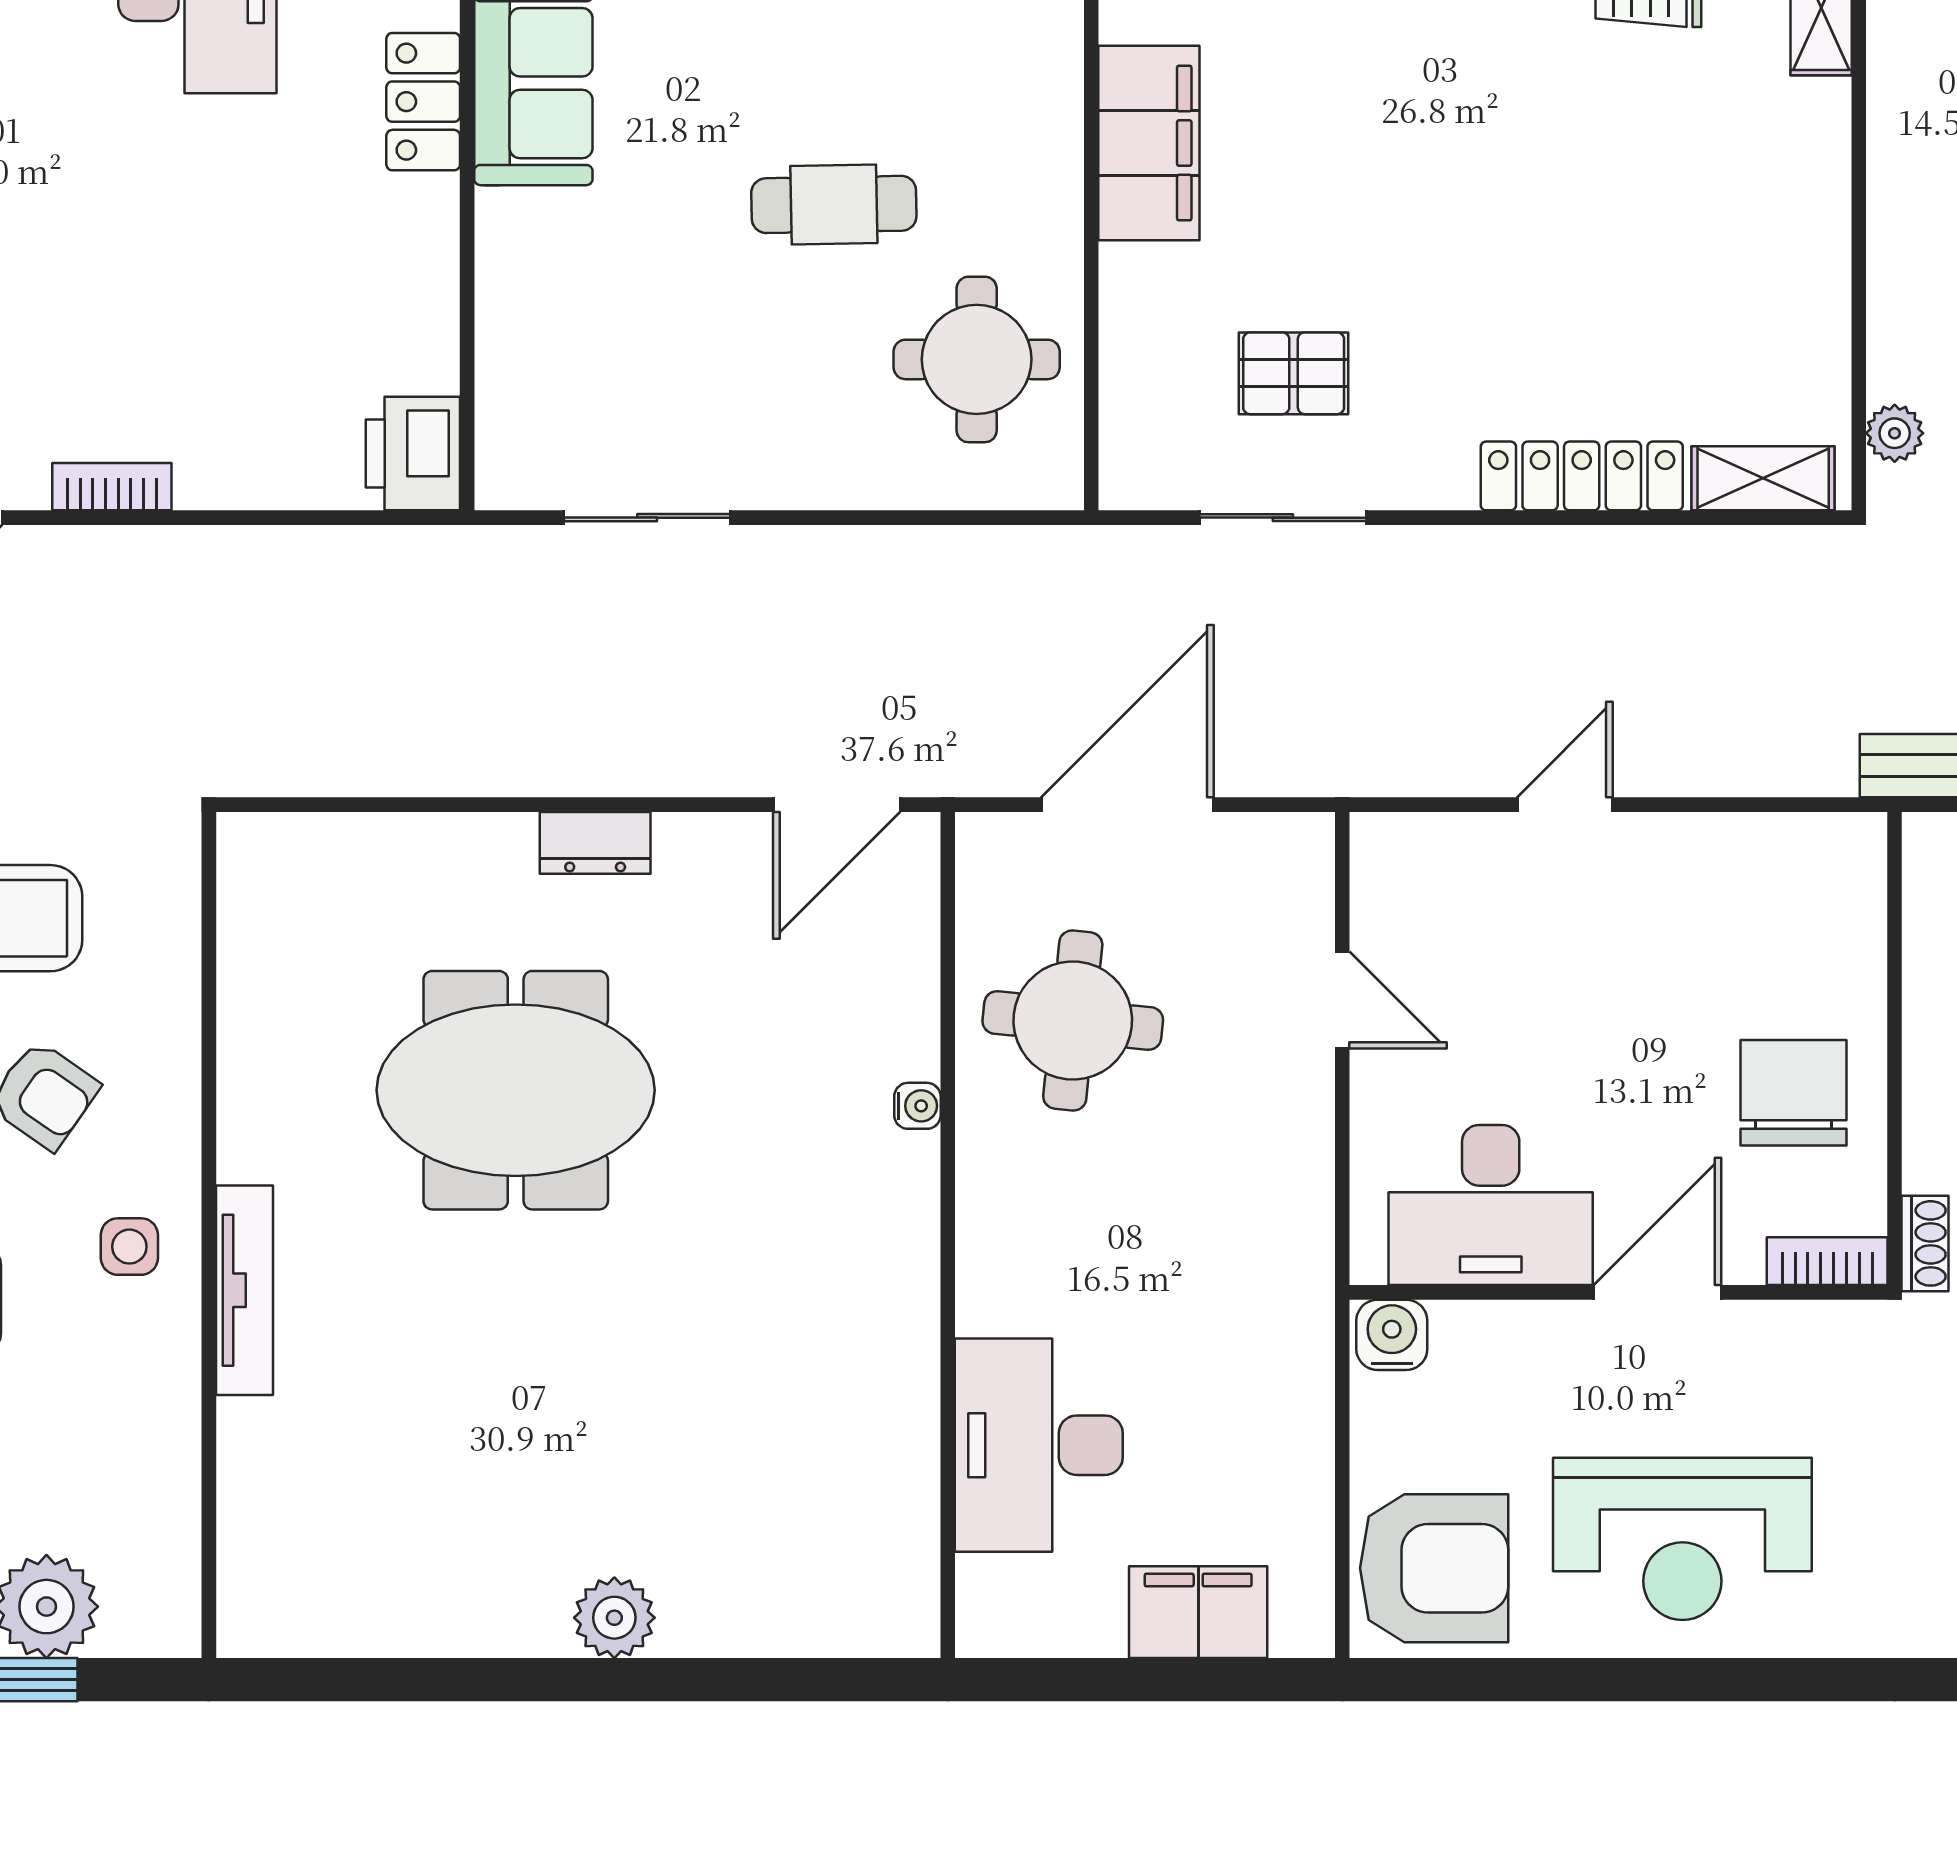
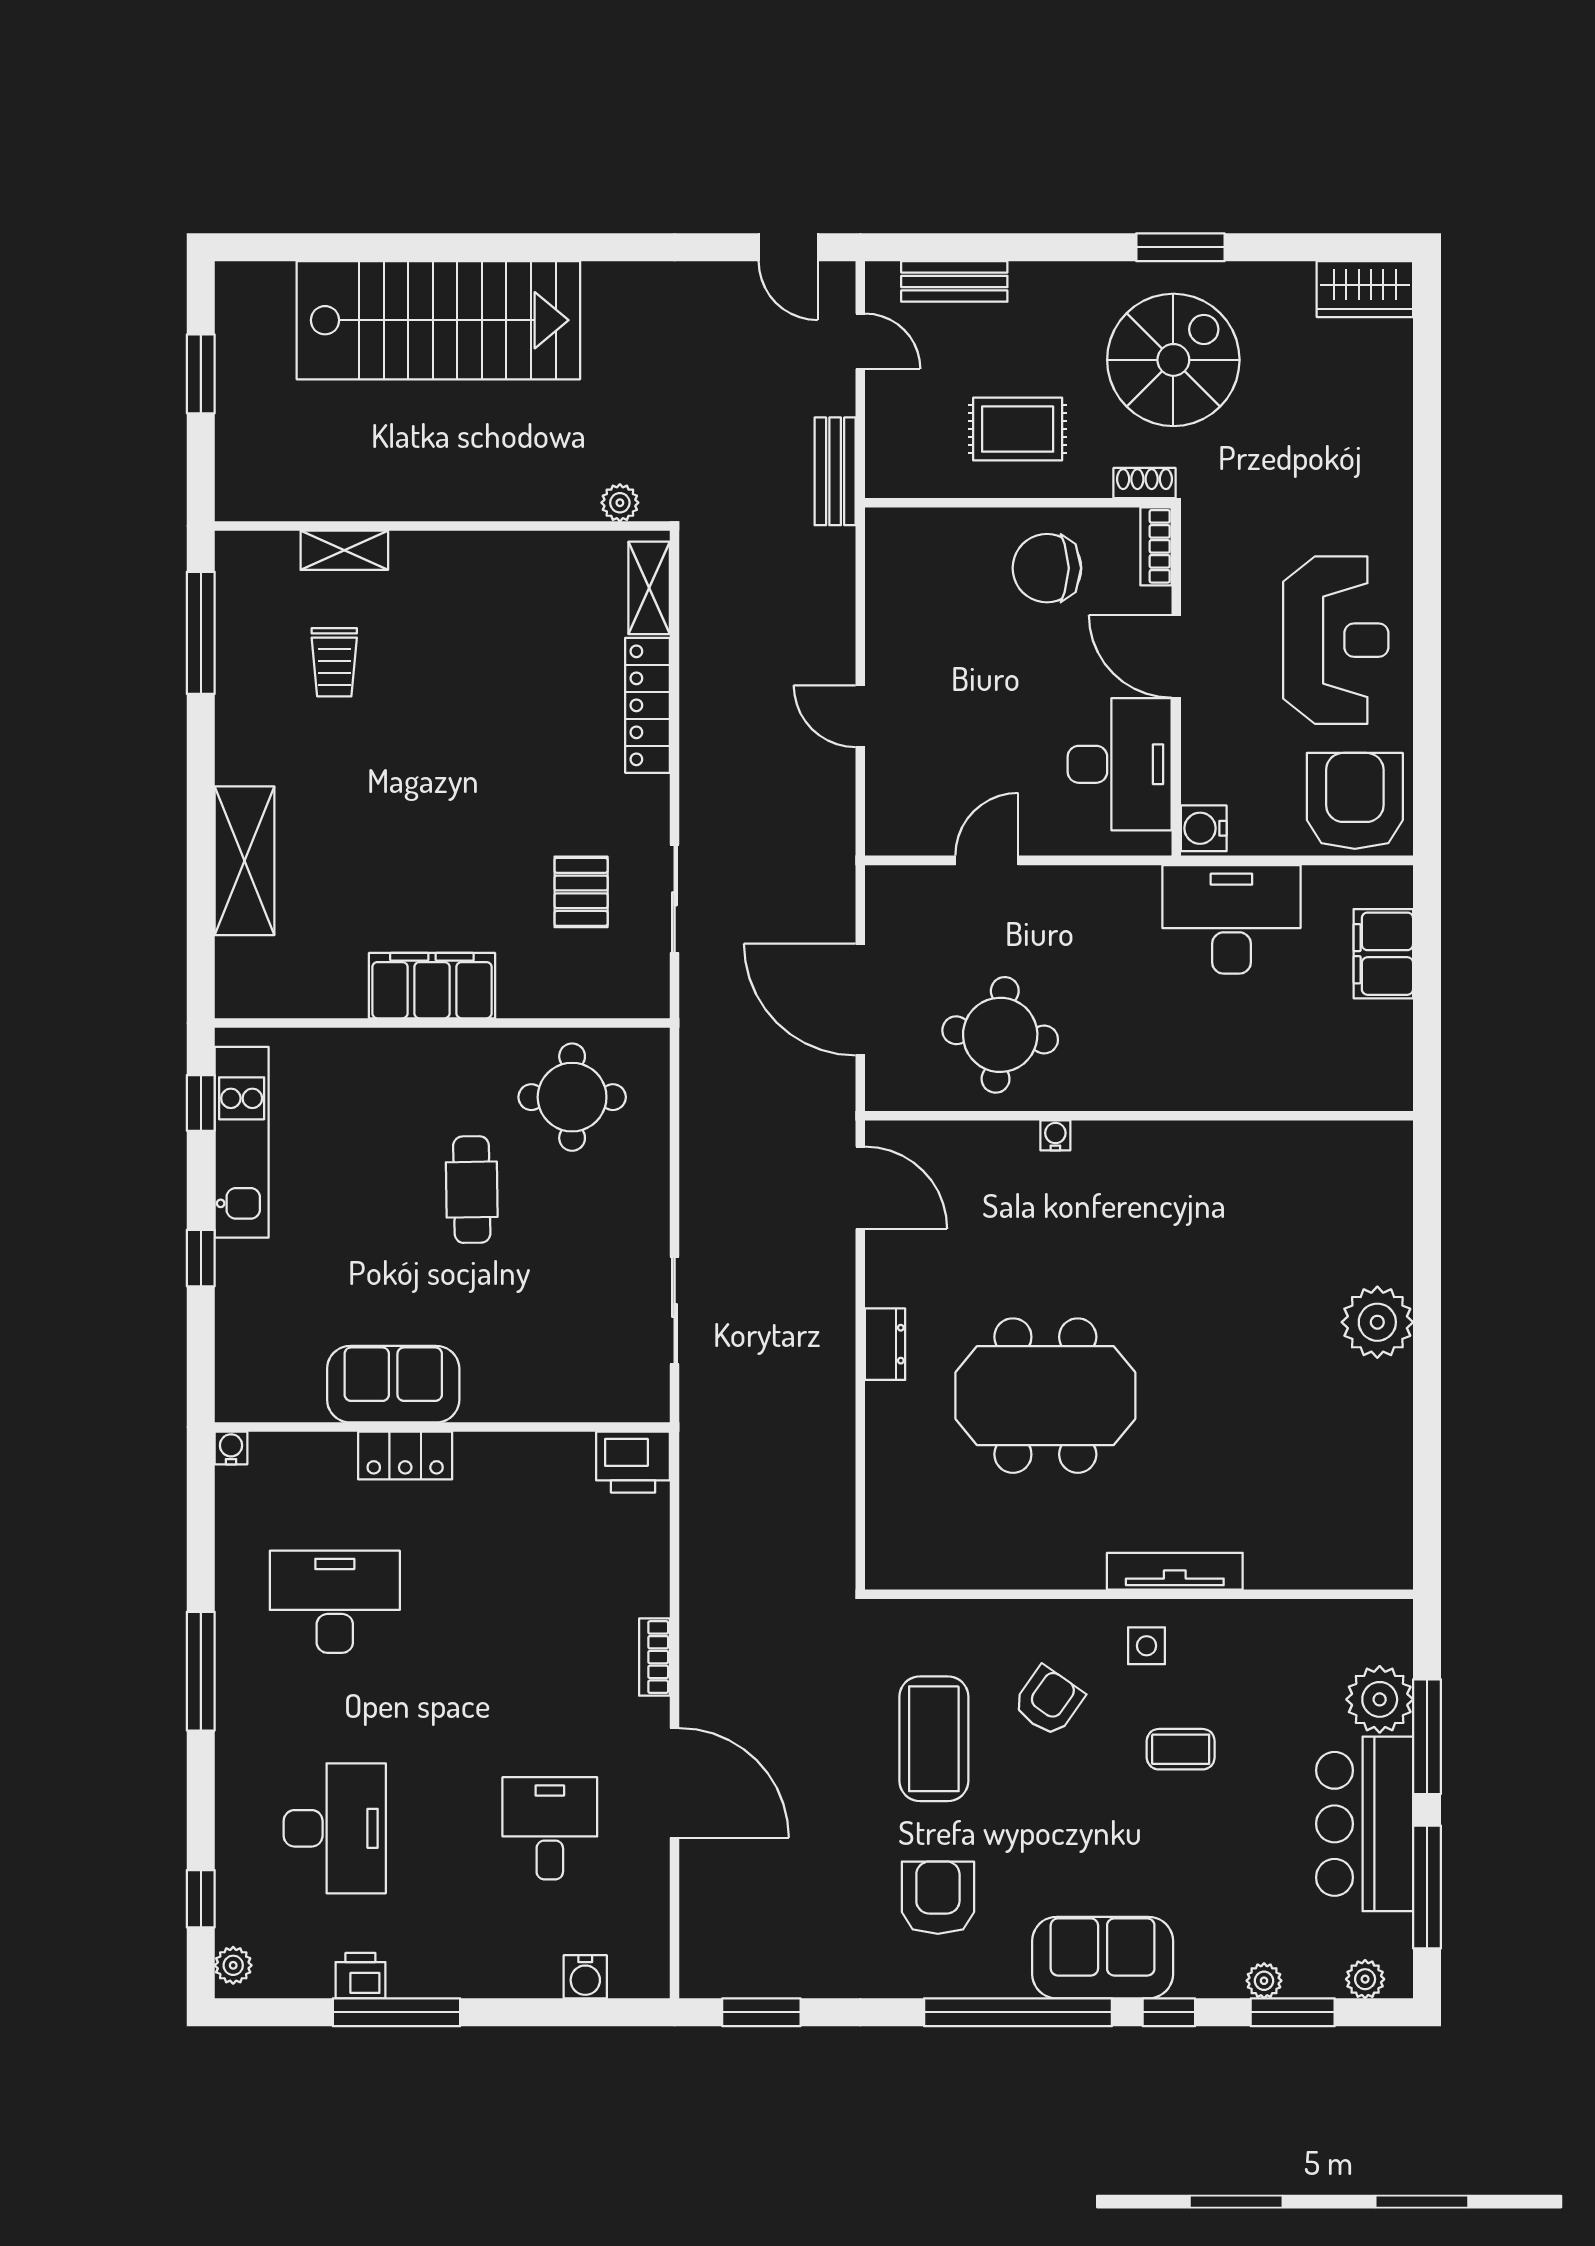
meeting table: (516, 1090) -> (1045, 1396), turned 90
desk: (1039, 1445) -> (1231, 919), moved, turned 180
plant: (614, 1618) -> (1377, 1322), width x1.36, depth x1.36

